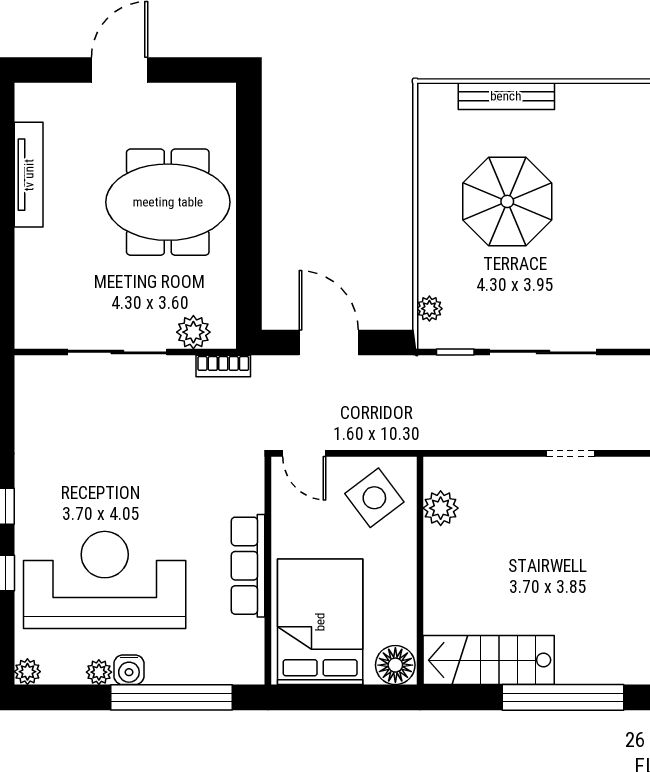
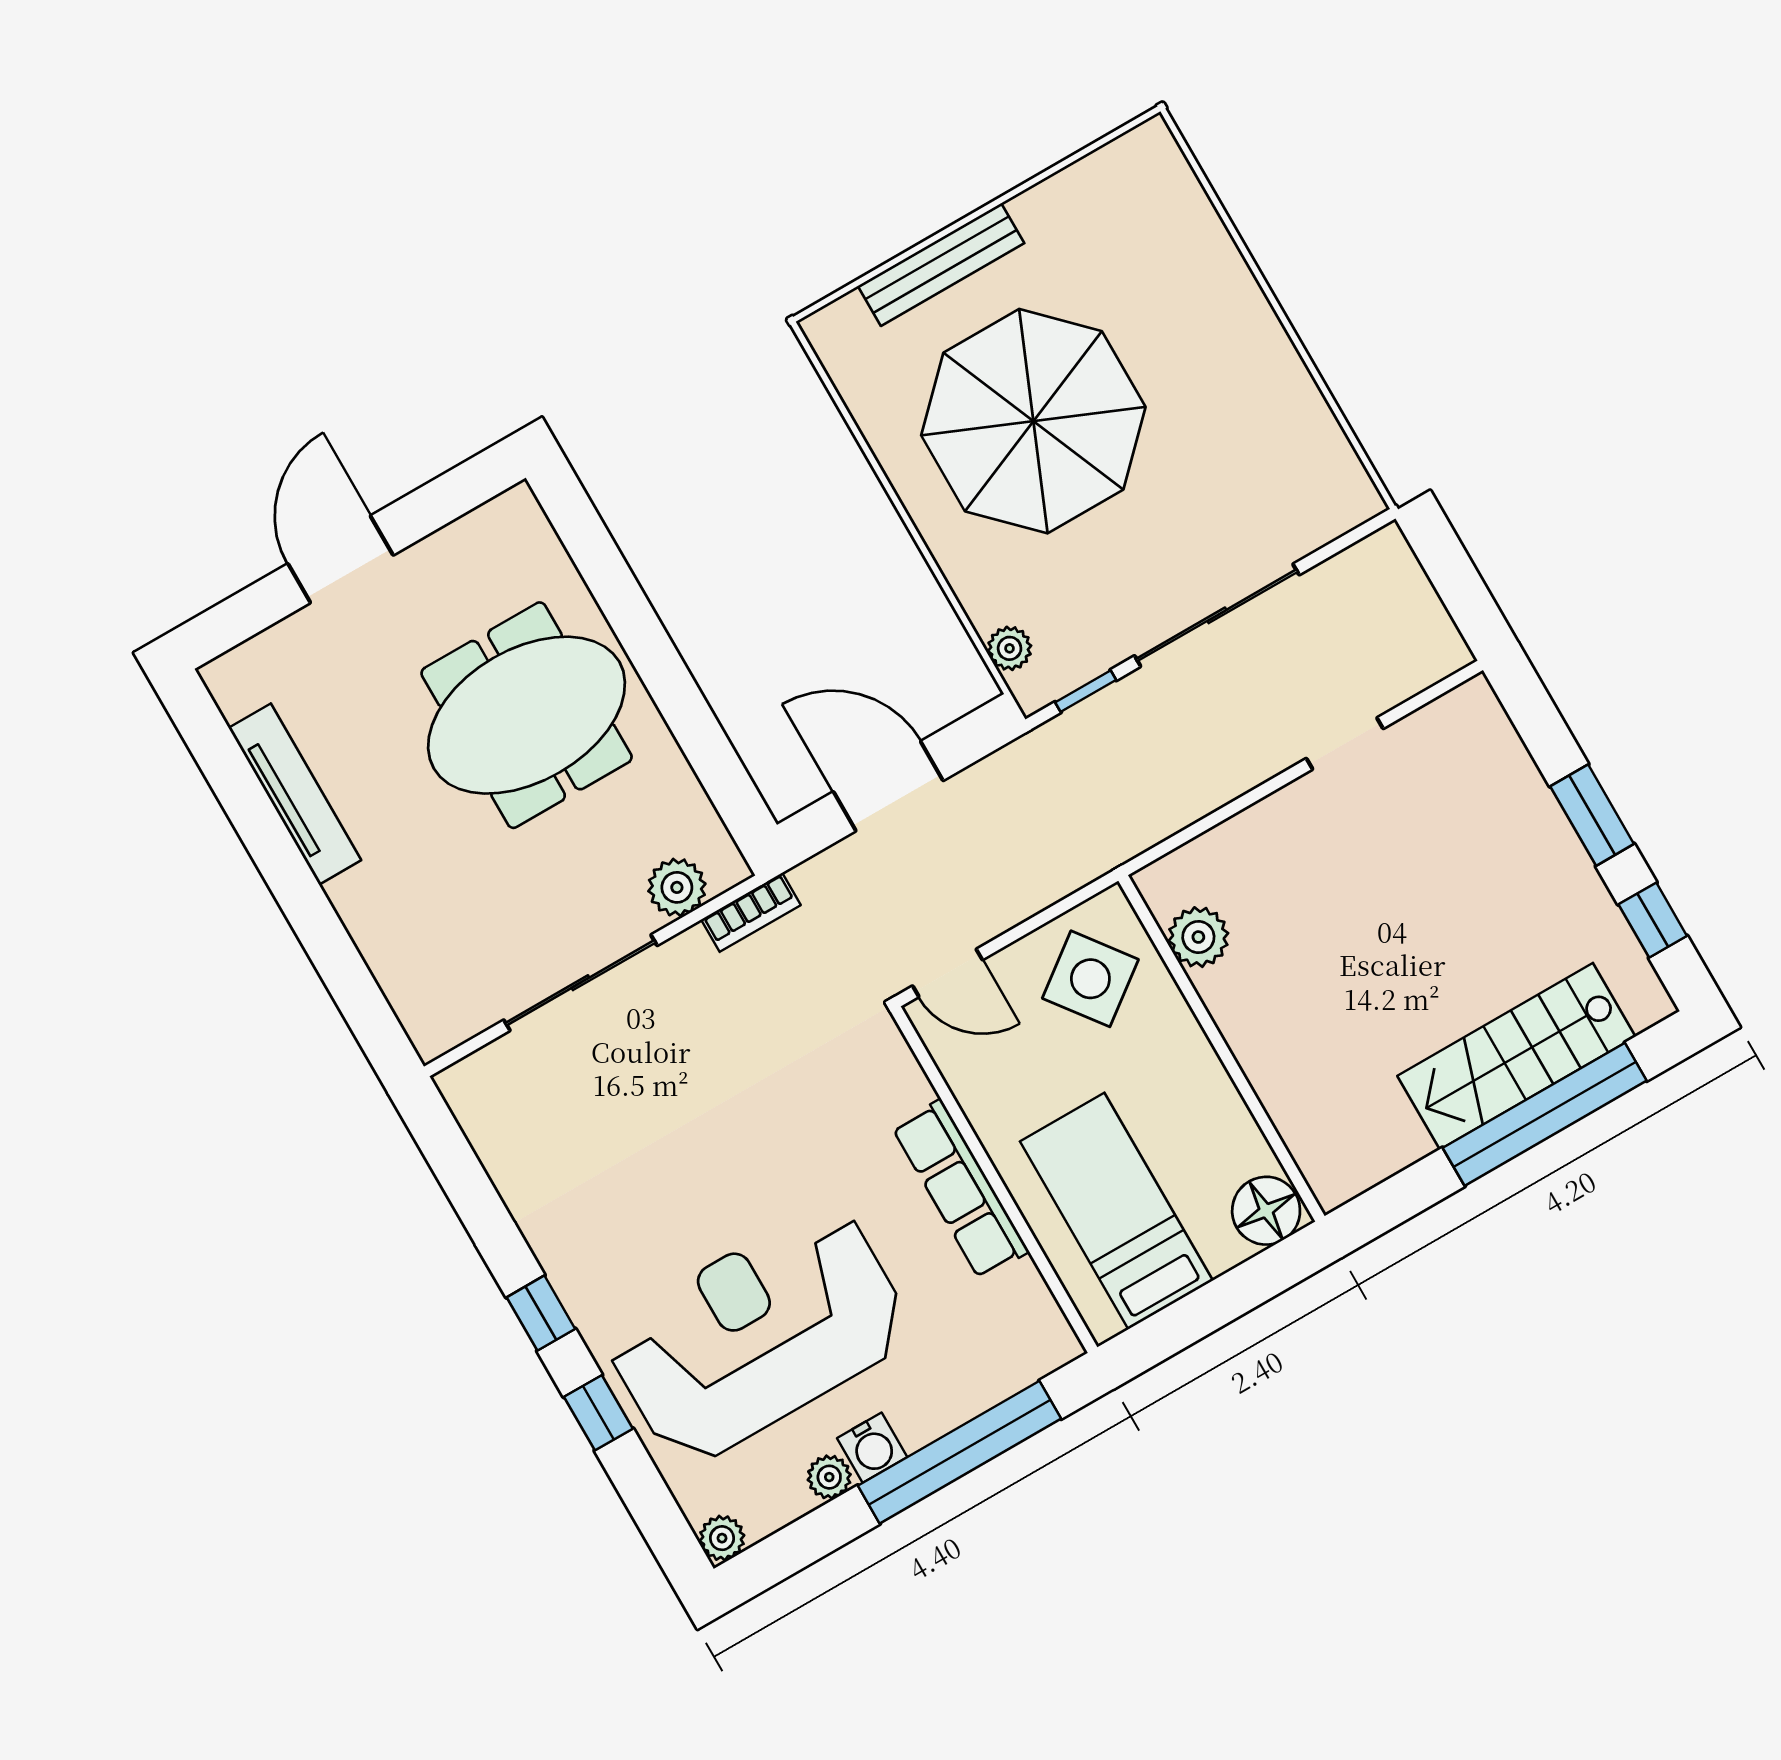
parasol: (507, 201) -> (1033, 421), width x1.36, depth x1.36
bed: (320, 622) -> (1116, 1211), width x0.67
stairs: (489, 660) -> (1516, 1056), moved

